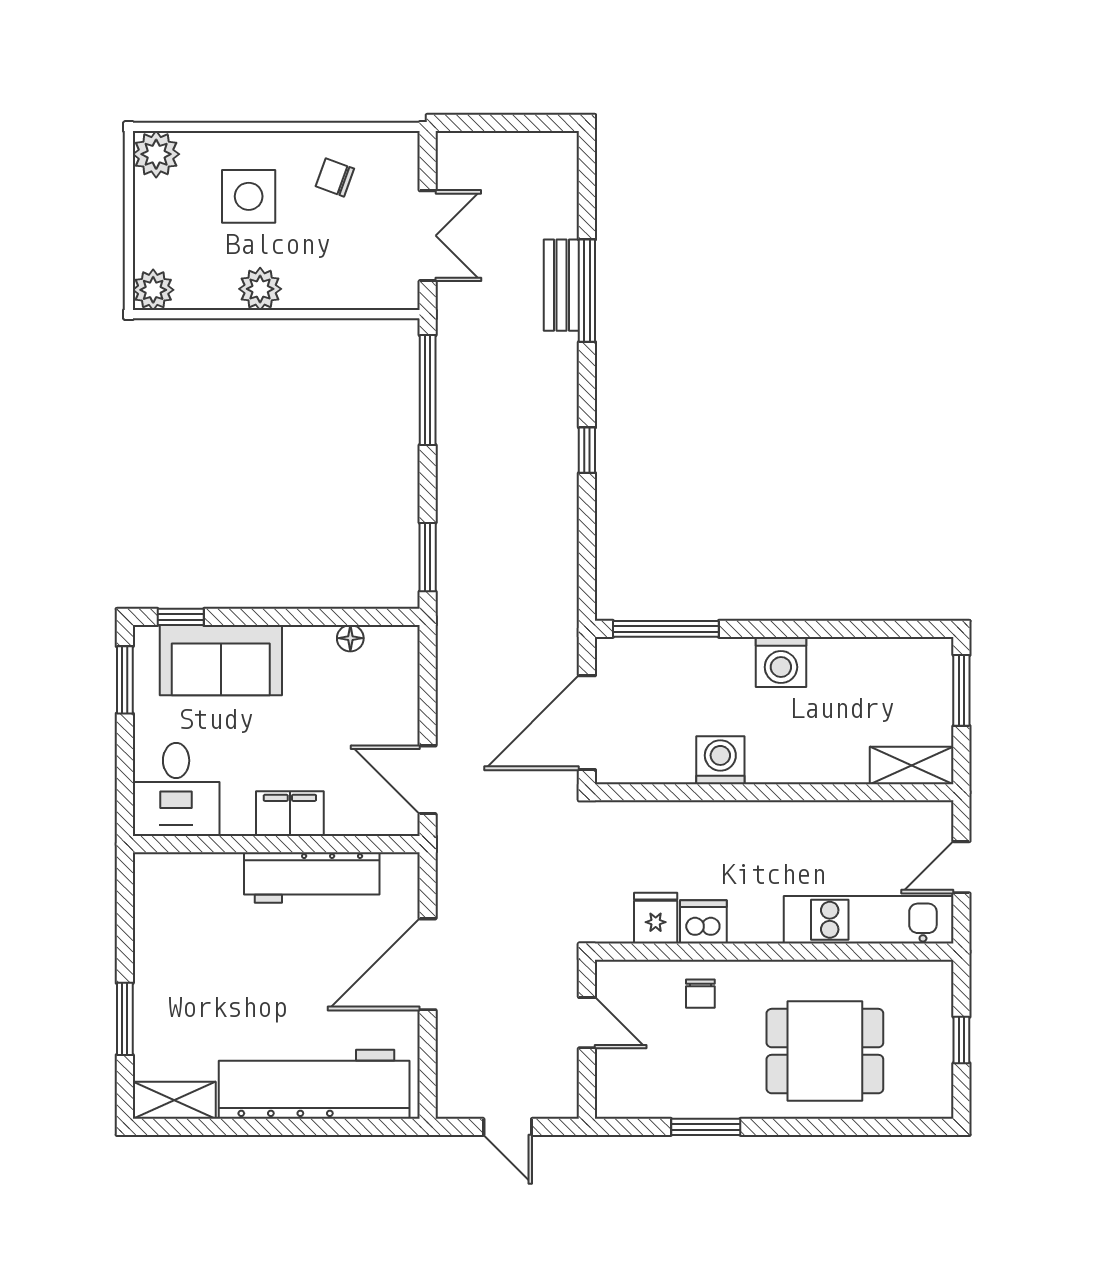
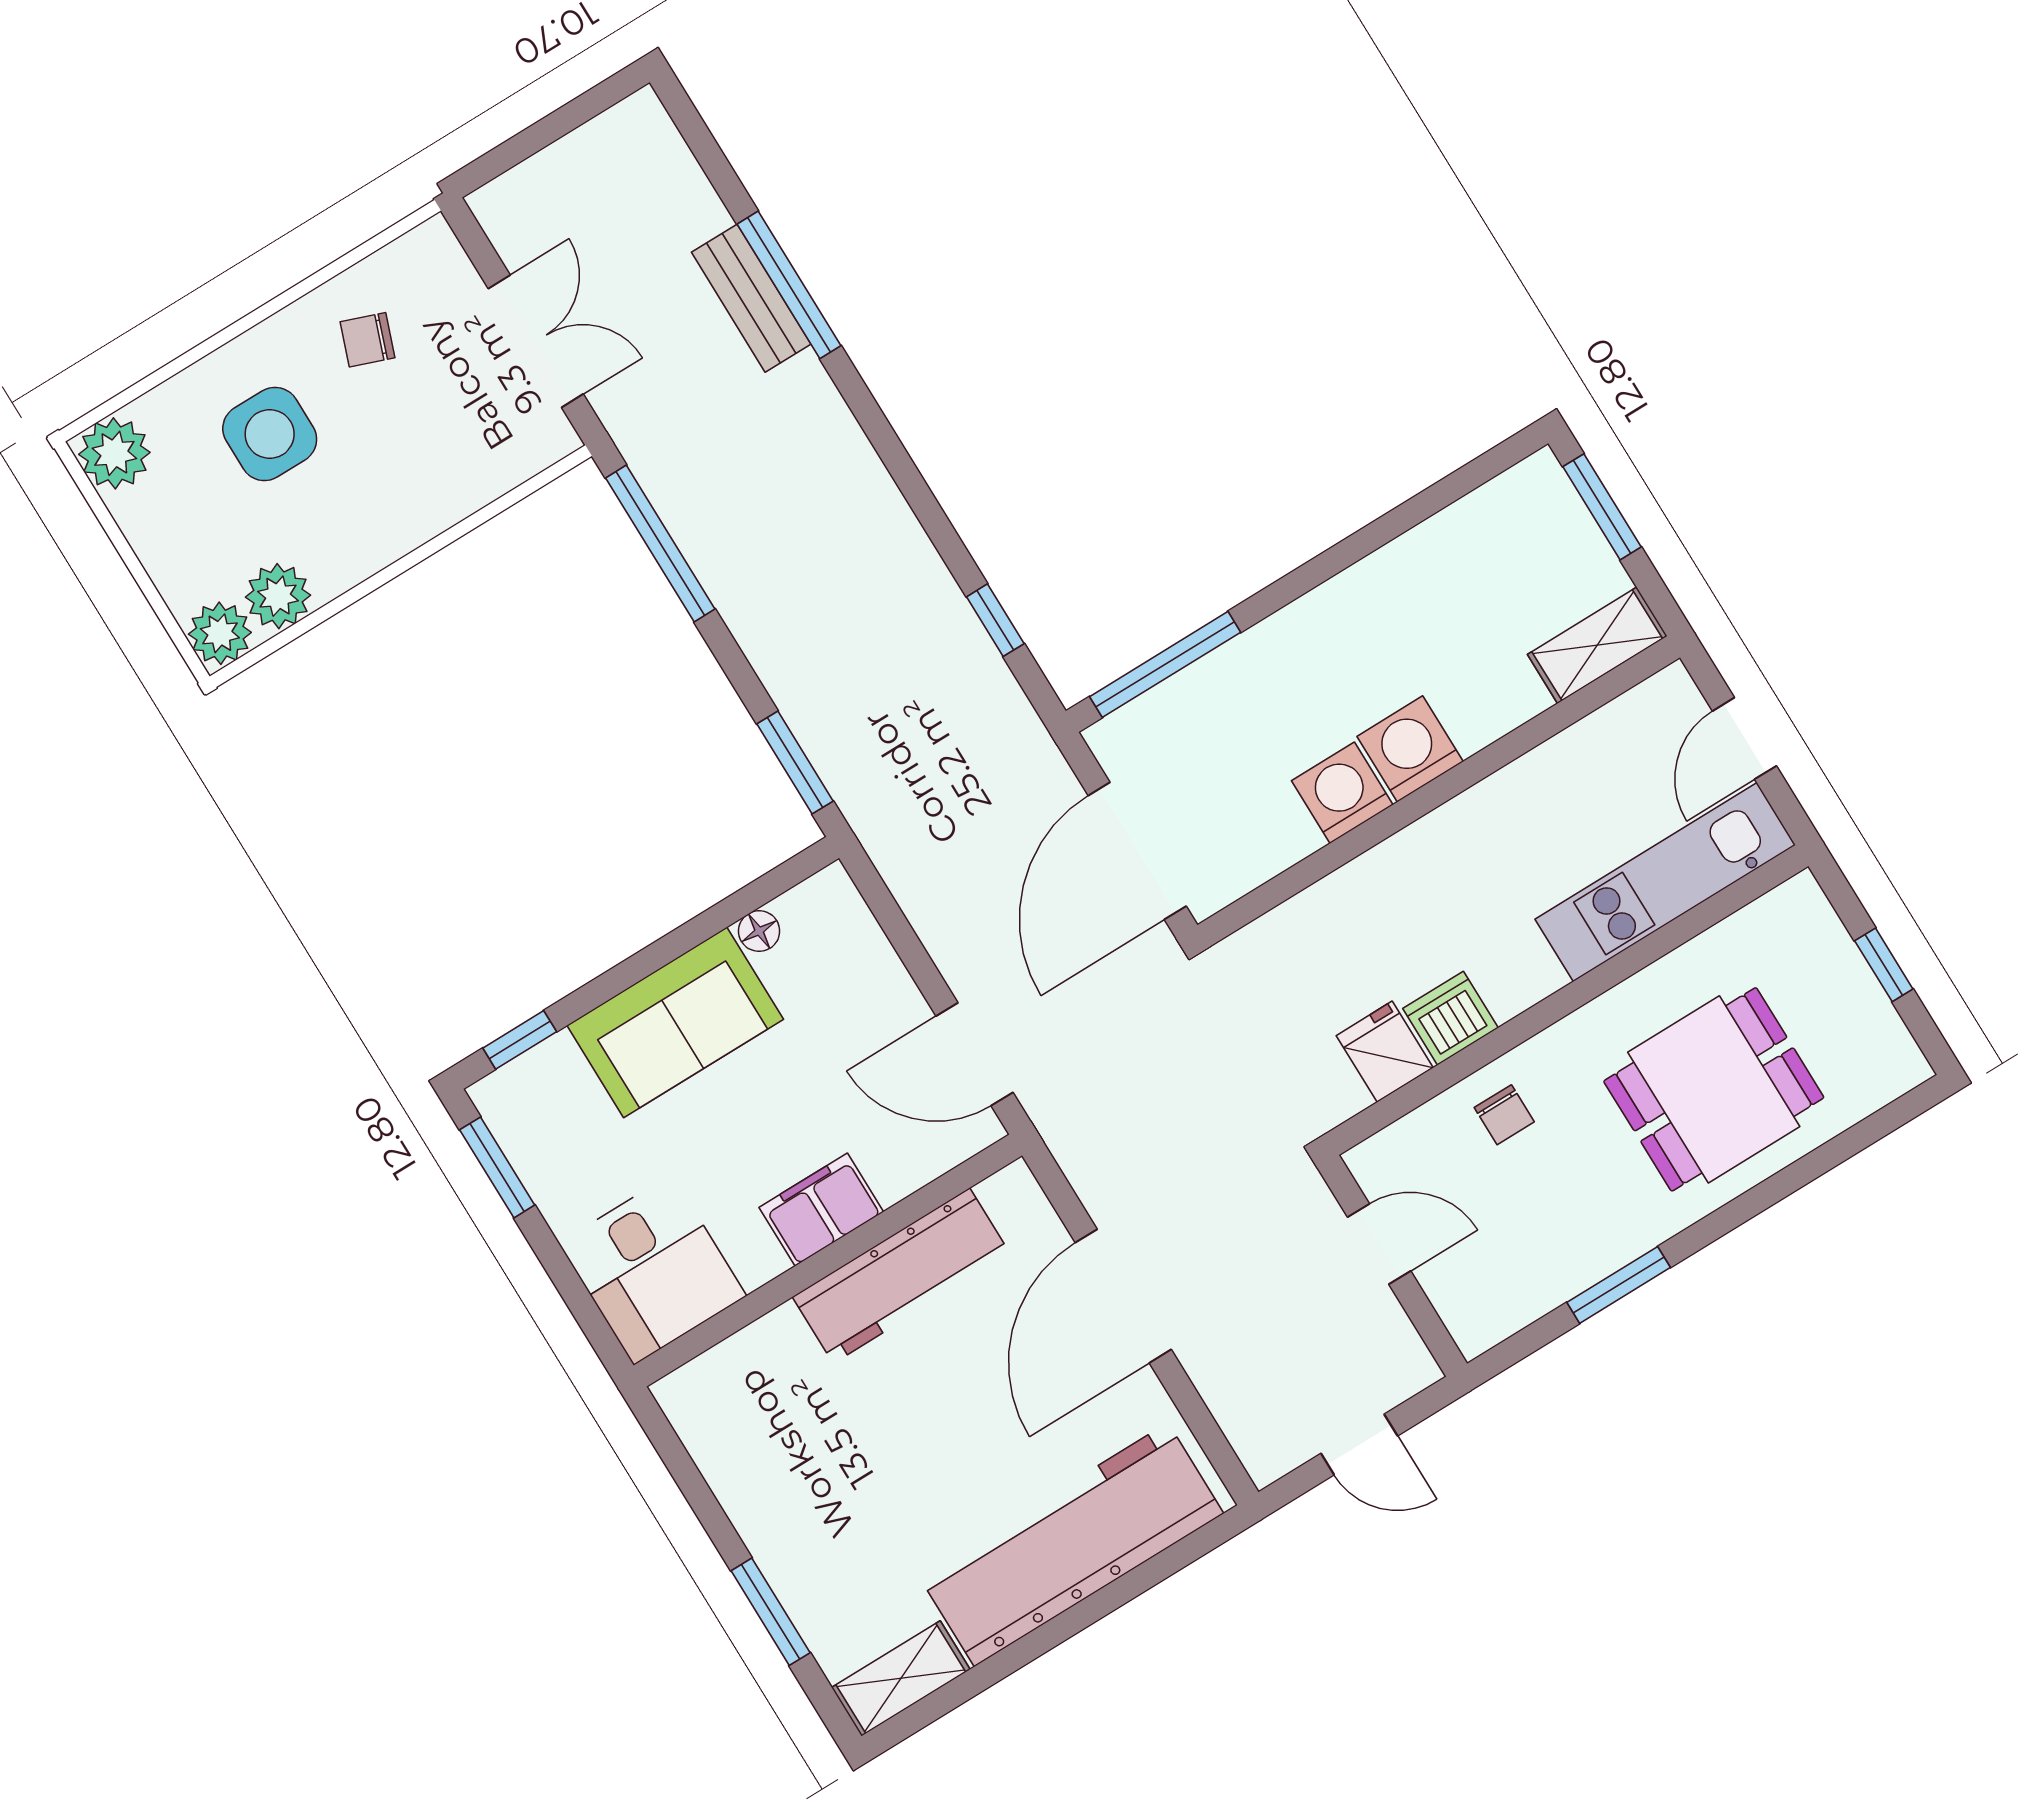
plant: (260, 289) -> (278, 596), moved
window: (587, 450) -> (995, 620), moved
sofa: (221, 660) -> (675, 1022), moved
washing machine: (781, 662) -> (1410, 749), moved, turned 180

